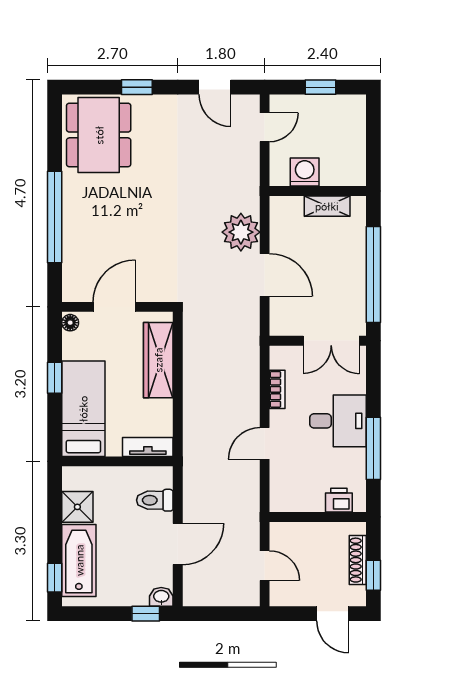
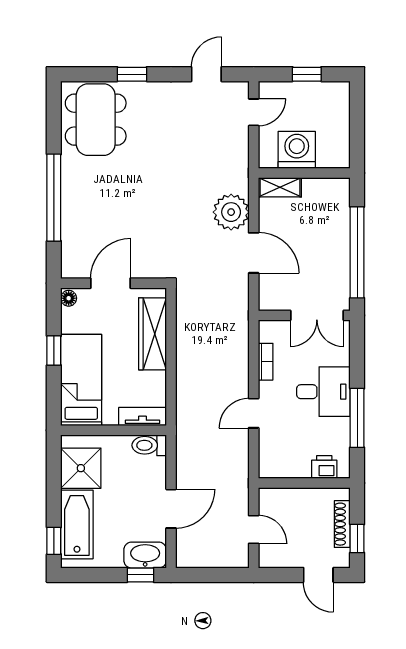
door: (215, 87) -> (206, 74), swing flipped
washing machine: (305, 172) -> (297, 150), width x1.37, depth x1.37
shelving: (327, 206) -> (280, 187), moved
toilet: (155, 500) -> (149, 445), moved
shower: (77, 507) -> (81, 468), width x1.36, depth x1.36
washbasin: (161, 597) -> (145, 555), width x1.91, depth x1.45

